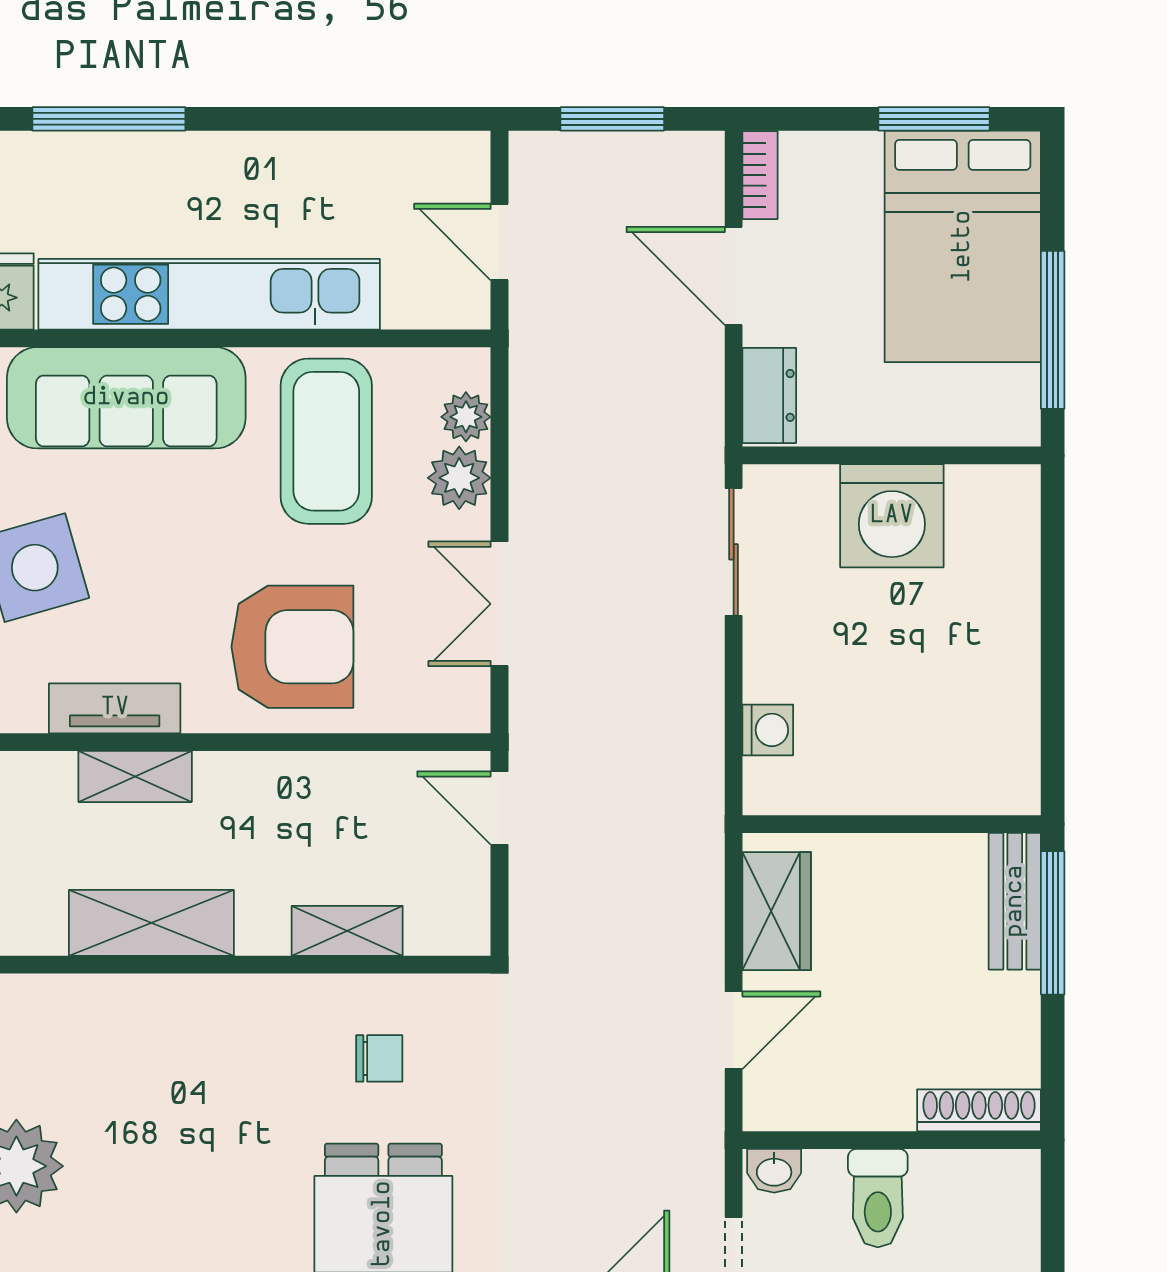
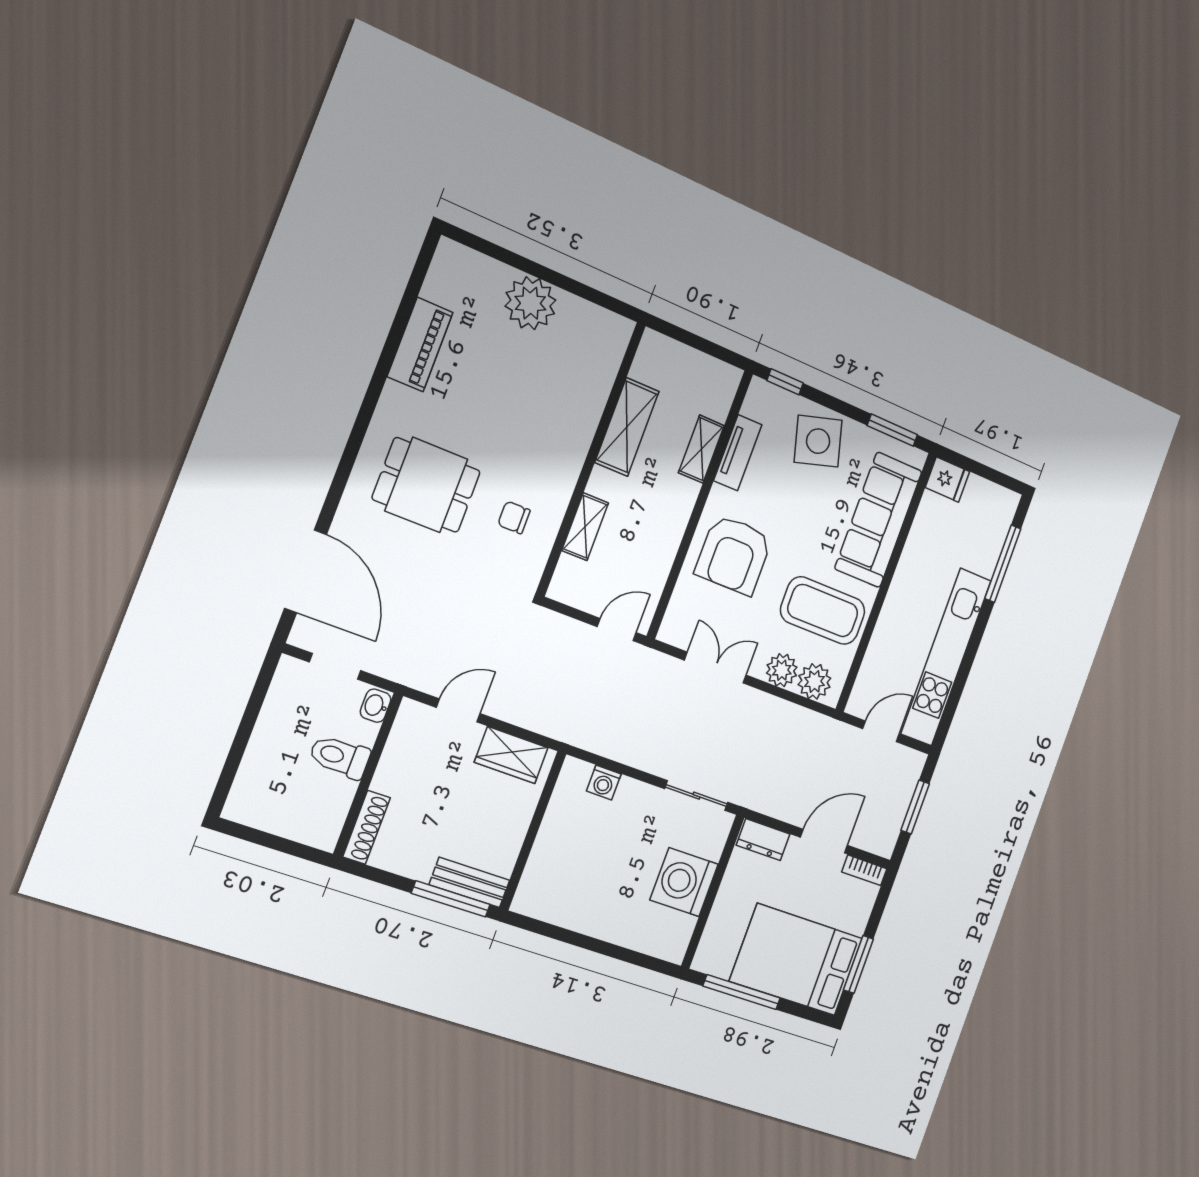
kitchen unit: (209, 294) -> (946, 657), moved, turned 180
plant: (466, 417) -> (814, 681), width x1.38, depth x1.38
door: (734, 1030) -> (458, 710), swing flipped
chair: (379, 1058) -> (514, 517), turned 90

